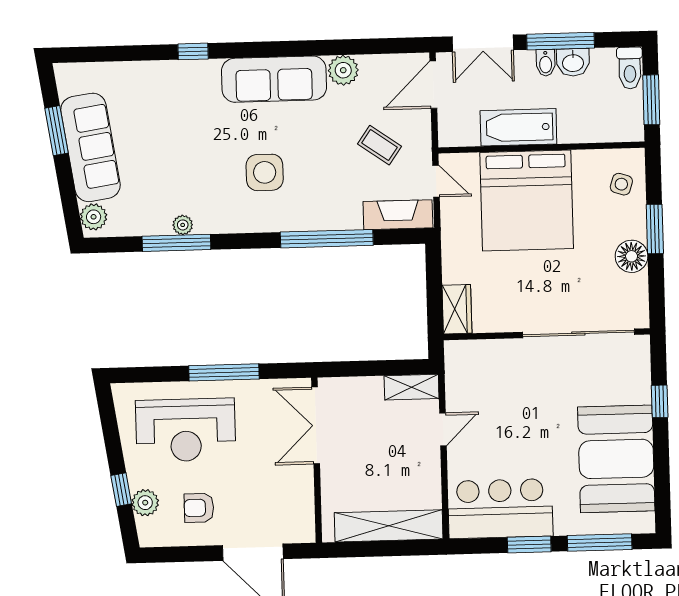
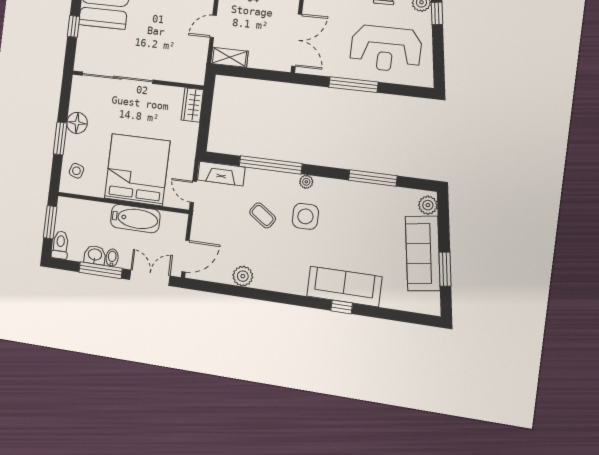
sofa: (274, 79) -> (344, 286), moved
coffee table: (379, 145) -> (263, 215), moved
plant: (183, 225) -> (306, 182), moved
reception desk: (186, 430) -> (386, 49), turned 180

